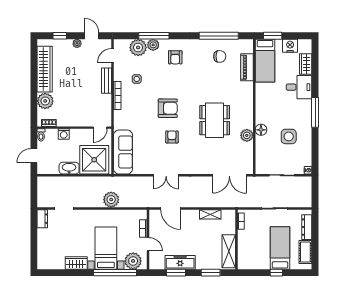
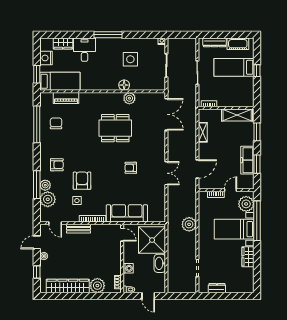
armchair: (168, 108) -> (82, 181), moved
sofa: (123, 152) -> (127, 213), moved
dresser: (42, 219) -> (217, 288), moved

